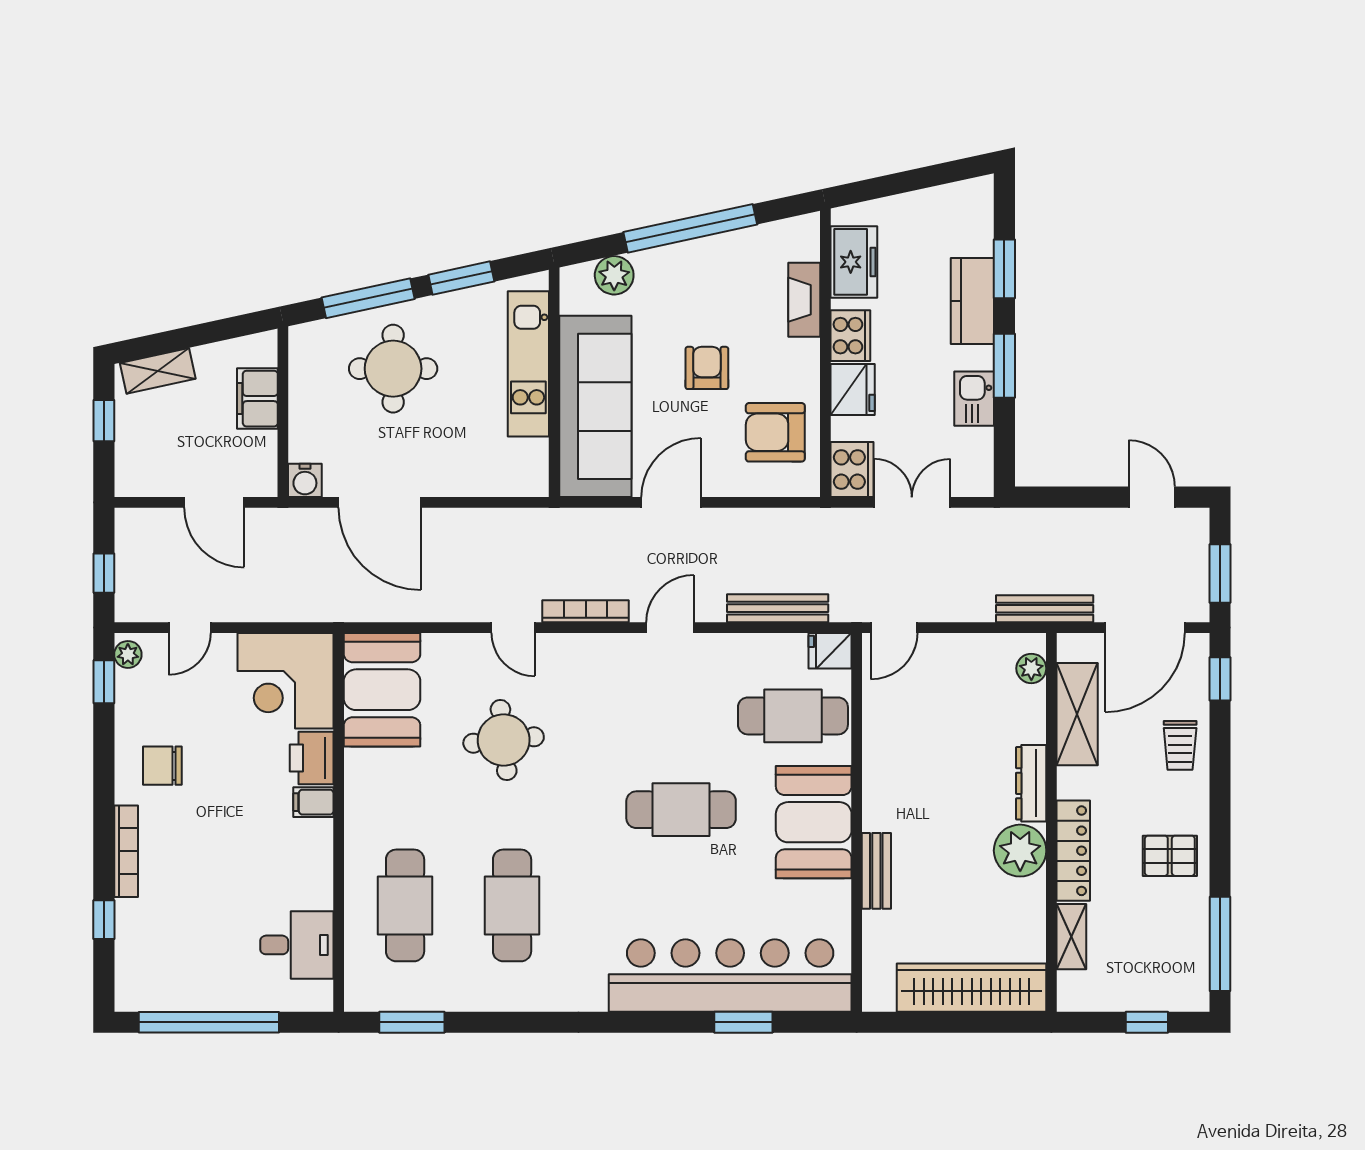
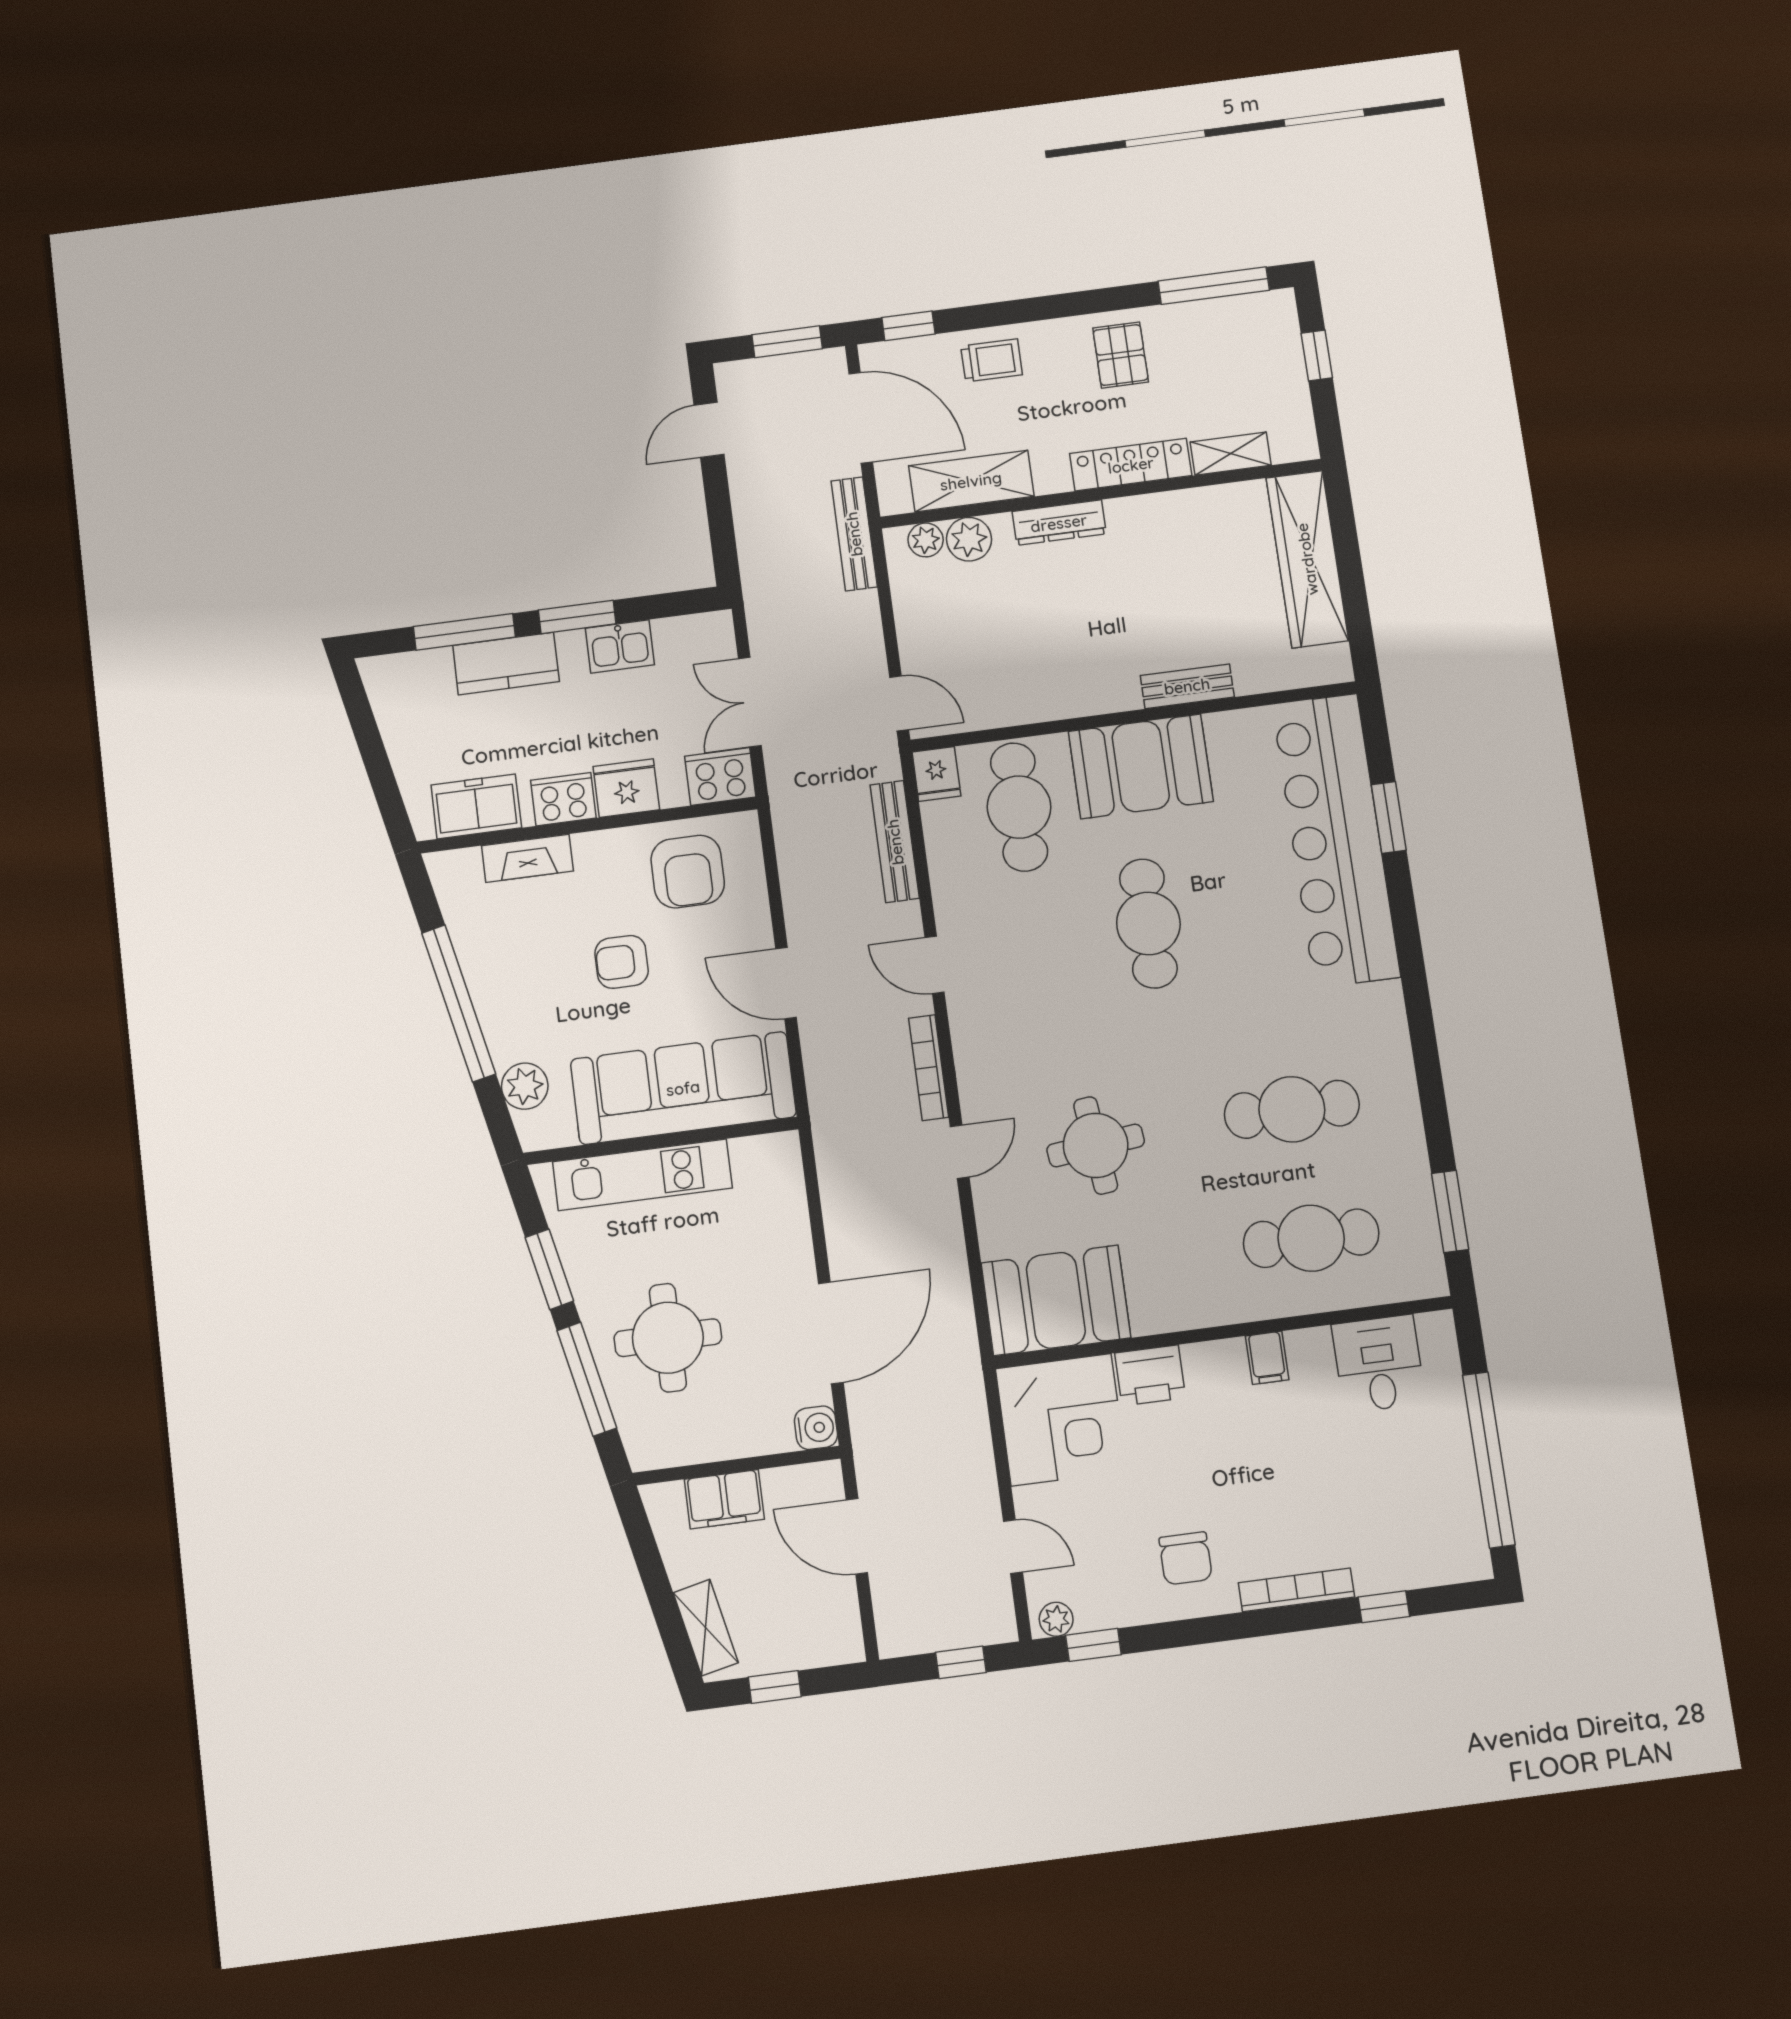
window: (1004, 269) -> (464, 632), width x1.44
door: (214, 502) -> (857, 1536), swing flipped
filing cabinet: (313, 802) -> (1267, 1358), moved
plant: (1020, 851) -> (969, 539), moved, width x0.73, depth x0.73

